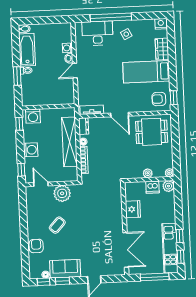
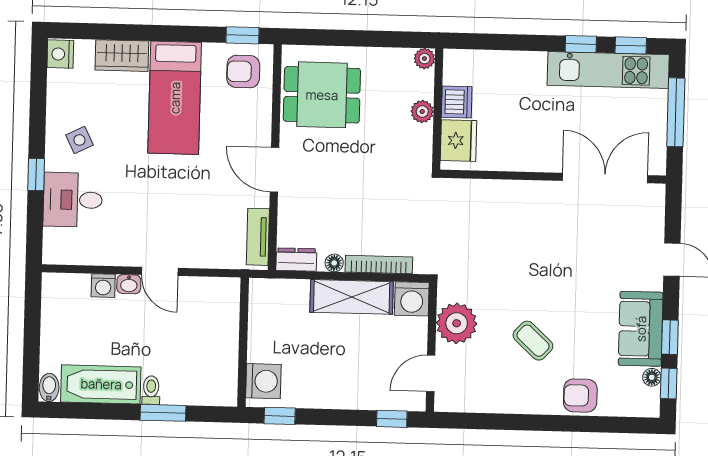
window: (111, 17) -> (36, 174), width x0.32
desk: (97, 33) -> (73, 200), width x0.73
armchair: (159, 99) -> (243, 72), turned 90
door: (120, 115) -> (275, 170), swing flipped
dining table: (152, 132) -> (322, 95), turned 90
shelving: (70, 142) -> (352, 297), width x0.68
washing machine: (31, 150) -> (412, 299), moved, turned 180
plant: (168, 186) -> (457, 63), removed
fridge: (133, 209) -> (459, 141), moved, turned 90

